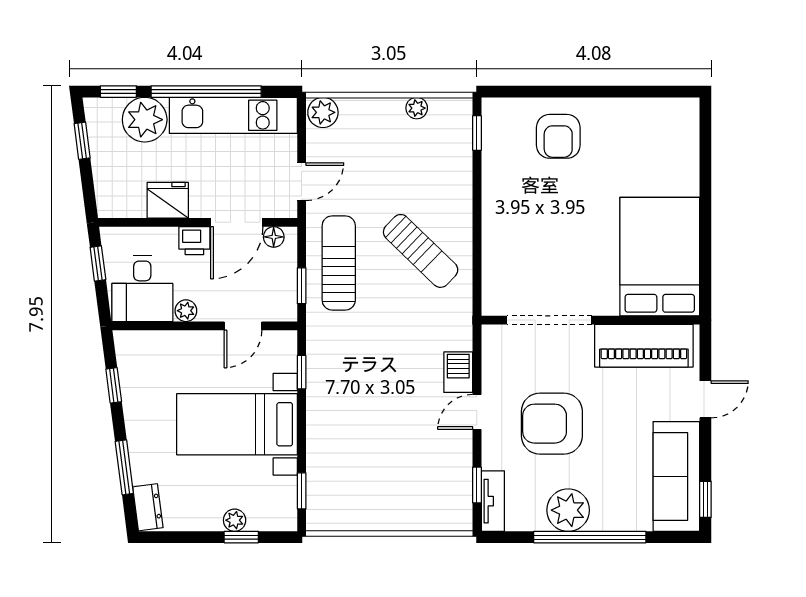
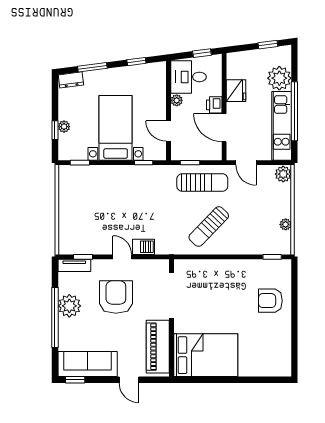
window: (118, 92) -> (294, 64), removed
floor lamp: (274, 237) -> (216, 148), removed

